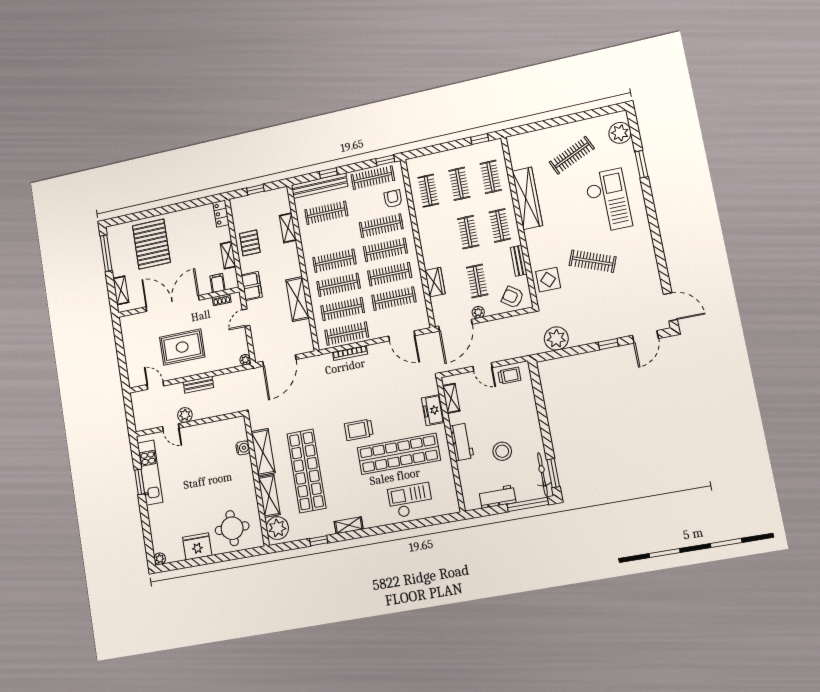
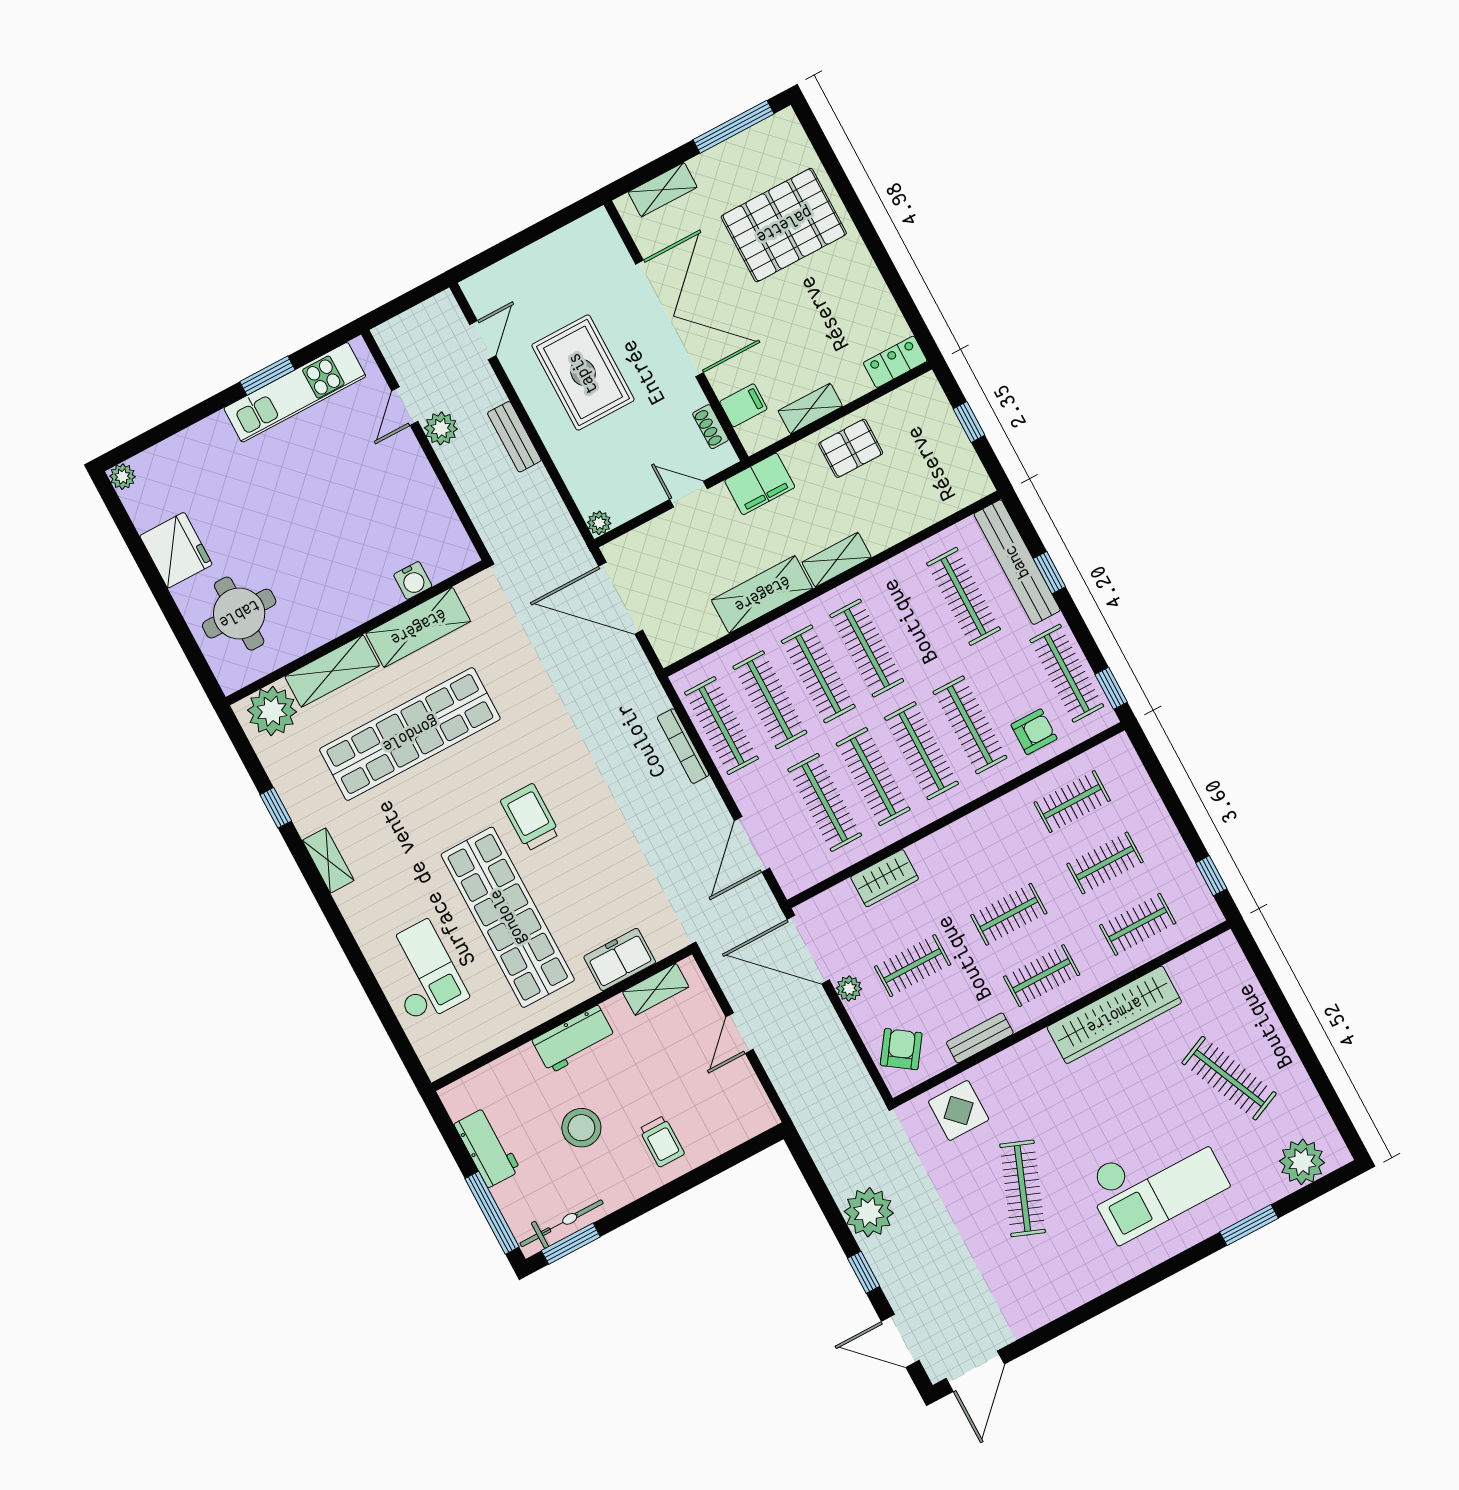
shelving: (288, 228) -> (837, 560), moved
plant: (556, 338) -> (869, 1212), moved
trolley: (509, 376) -> (662, 1141), moved

